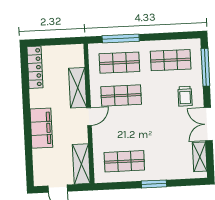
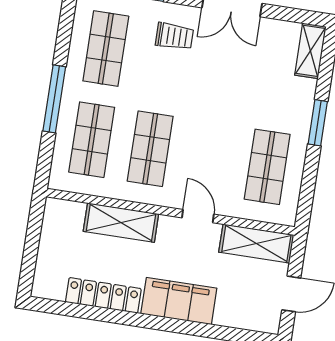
window: (121, 39) -> (54, 99), moved
locker: (35, 67) -> (103, 295), moved
door: (89, 117) -> (198, 216), moved
shelving: (200, 157) -> (310, 51), moved, turned 90

